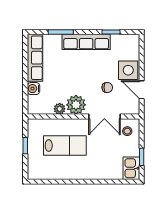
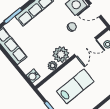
water cooler: (33, 89) -> (33, 76), moved

